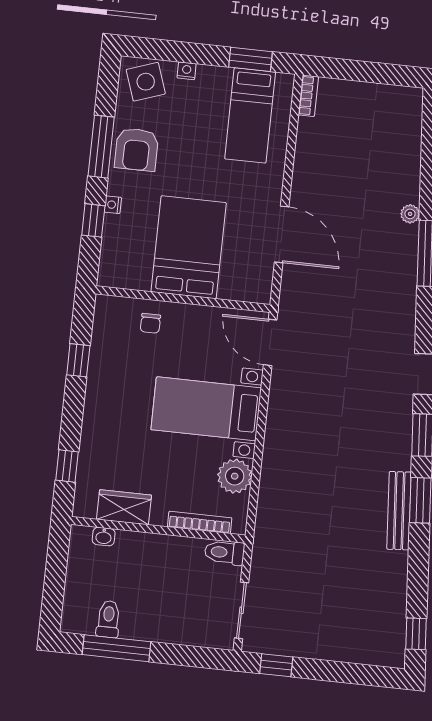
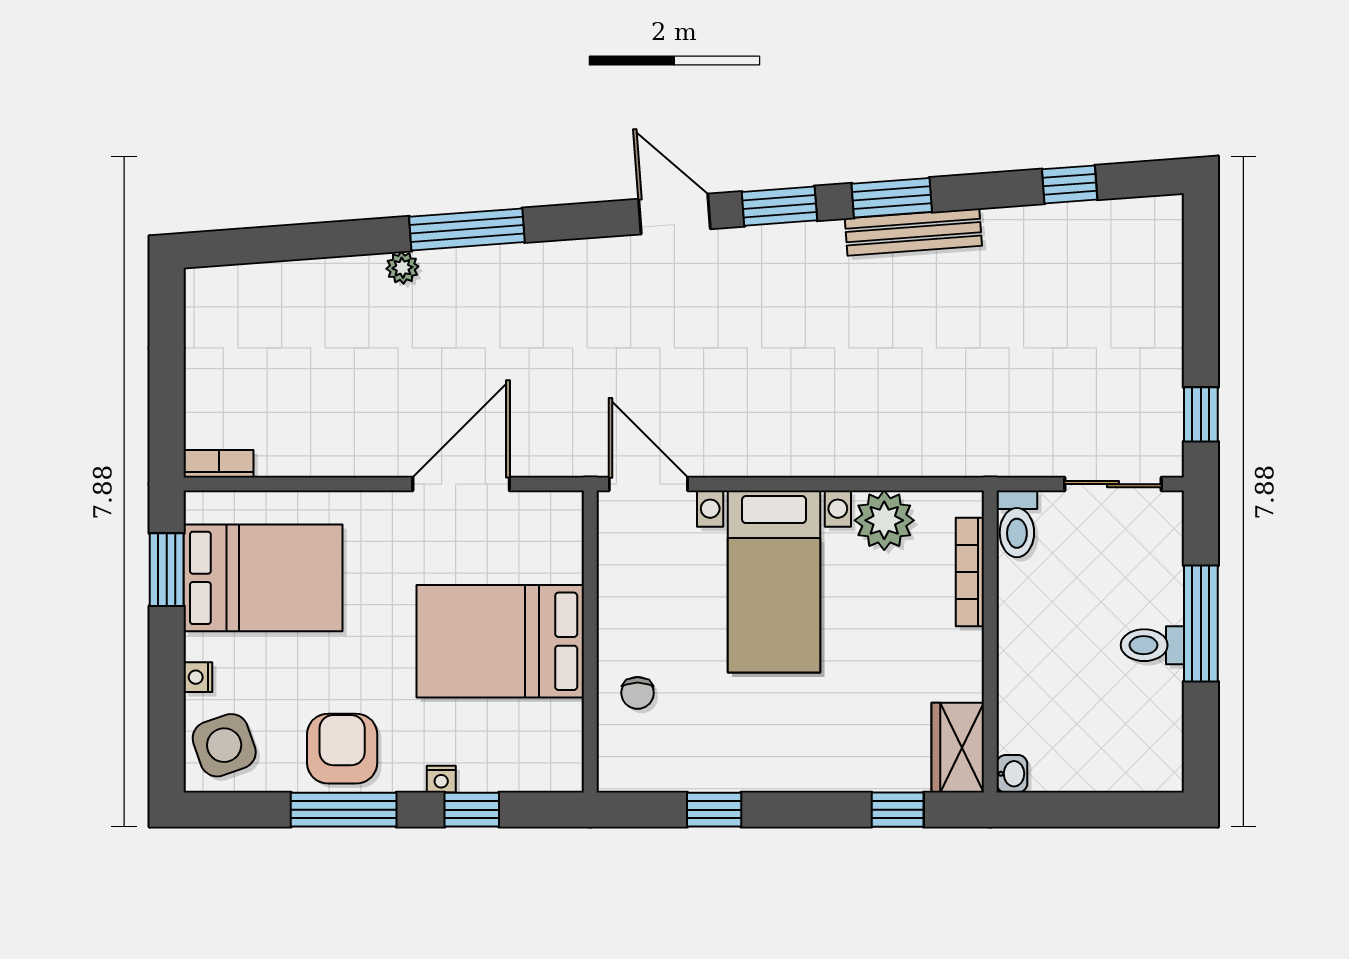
bed: (250, 115) -> (263, 578), width x1.50
armchair: (136, 149) -> (342, 749), turned -90
chair: (150, 323) -> (638, 693), turned 90
door: (270, 342) -> (648, 484), swing flipped
wardrobe: (124, 507) -> (958, 748), moved
washbasin: (104, 537) -> (1012, 774), moved
toilet: (108, 619) -> (1152, 645), moved
window: (416, 634) -> (1070, 184), moved
window: (117, 648) -> (1201, 624), moved

